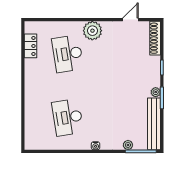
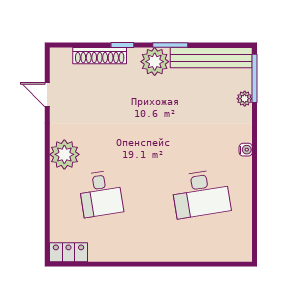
shoe rack: (155, 38) -> (100, 56), moved
locker: (30, 46) -> (68, 252), moved
desk: (68, 54) -> (101, 194), width x0.73
plant: (156, 92) -> (155, 62), width x1.88, depth x1.88

